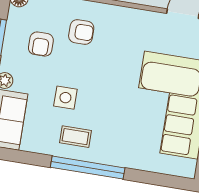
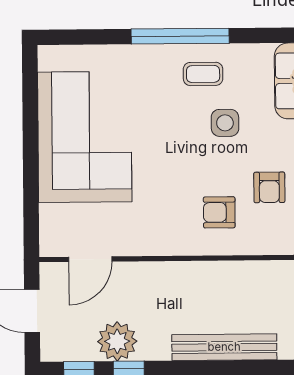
armchair: (41, 44) -> (269, 187), turned 180

